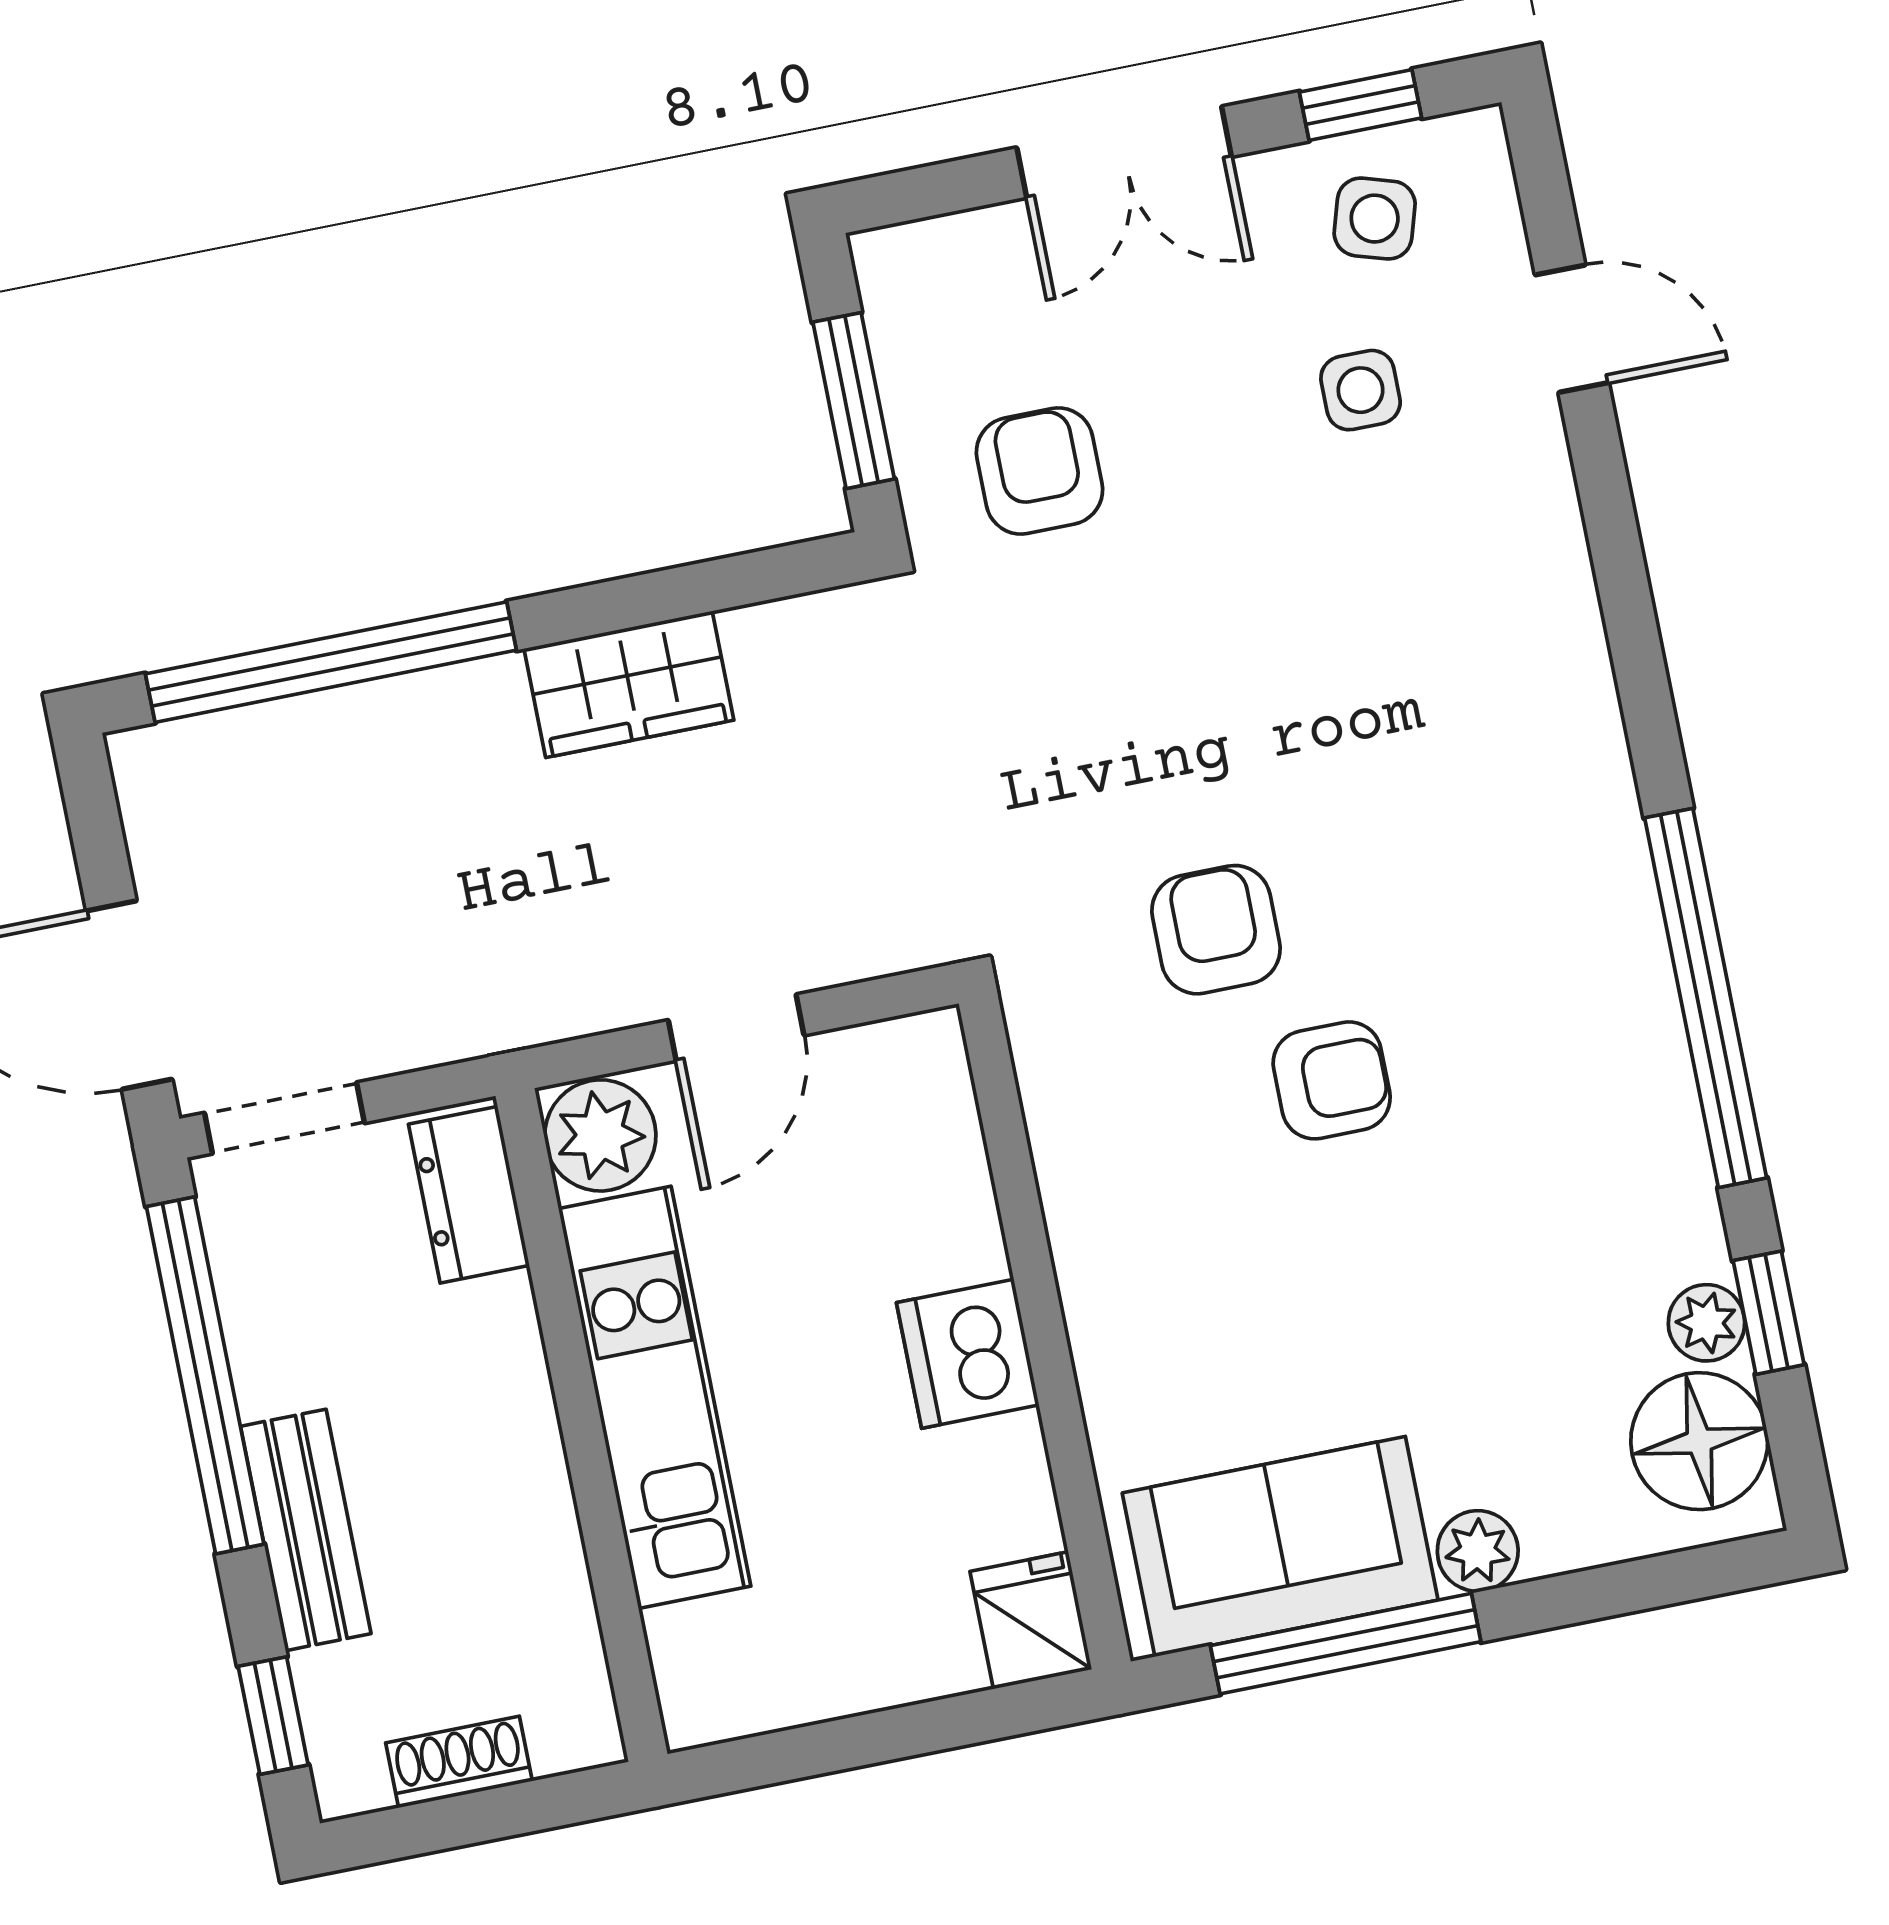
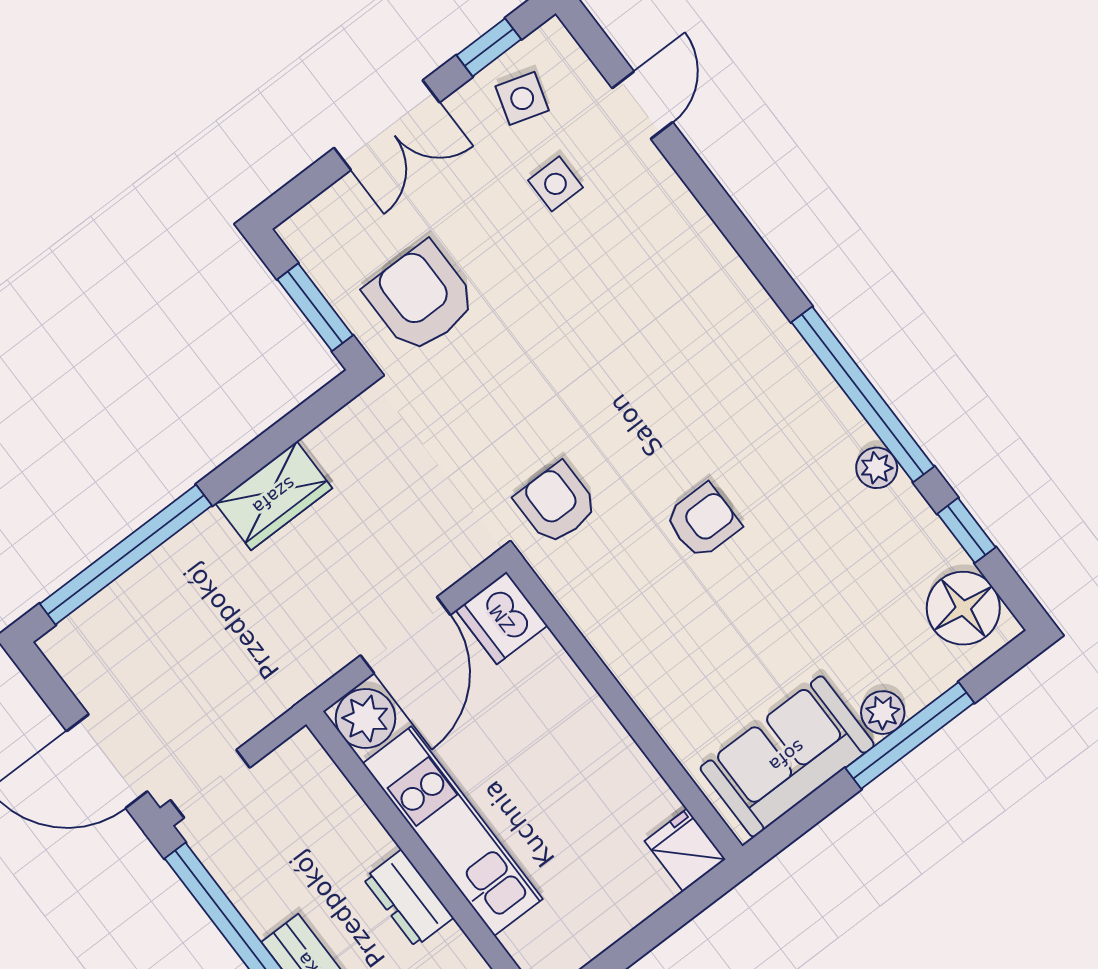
door: (1572, 329) -> (642, 105), hinge flipped
armchair: (1040, 471) -> (421, 298), width x1.38, depth x1.38
armchair: (1216, 930) -> (556, 503), moved
door: (736, 1028) -> (405, 635), width x1.38
dresser: (469, 1195) -> (408, 898), moved
plant: (1706, 1323) -> (877, 468), moved
dishwasher: (968, 1354) -> (502, 618), moved
window: (1346, 1644) -> (910, 735), moved

